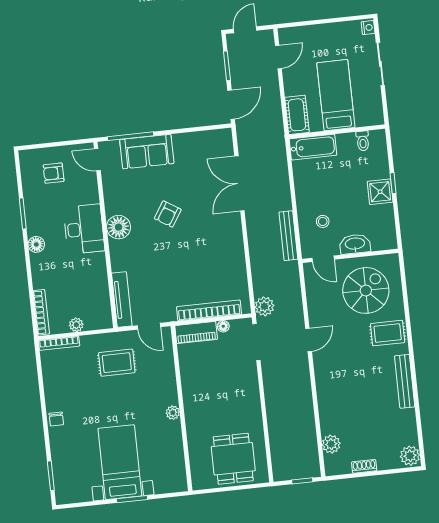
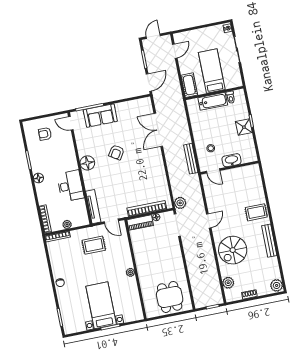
bathtub: (313, 147) -> (213, 101), moved
desk: (84, 229) -> (70, 186), moved
spiral stairs: (366, 290) -> (233, 250), moved, turned 180

